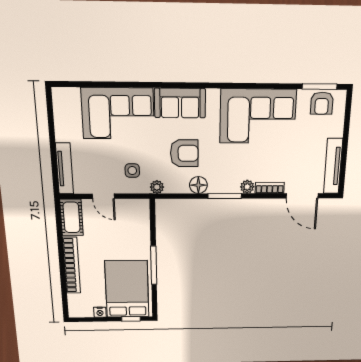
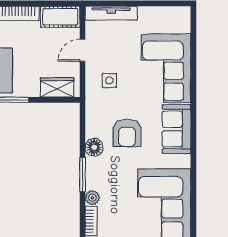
plant: (157, 187) -> (92, 105), removed
wardrobe: (141, 220) -> (57, 87), added

